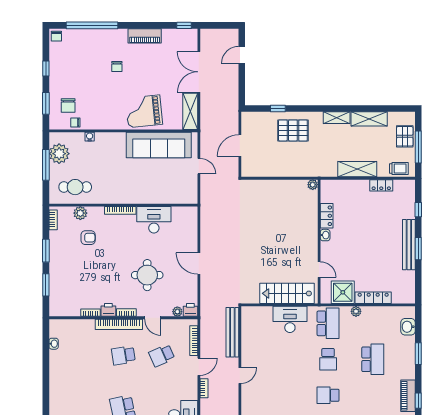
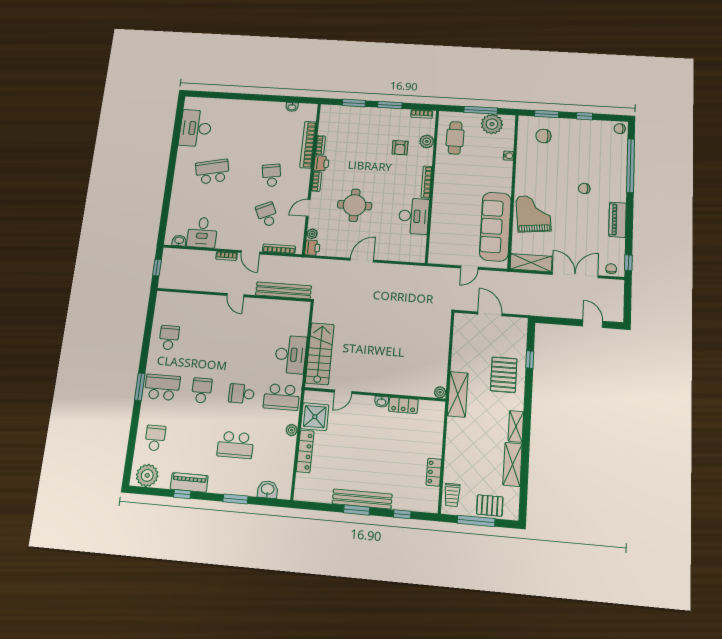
chair: (75, 122) -> (611, 269), moved
shelving: (357, 169) -> (458, 394), moved
bookcase: (119, 324) -> (308, 145), moved

